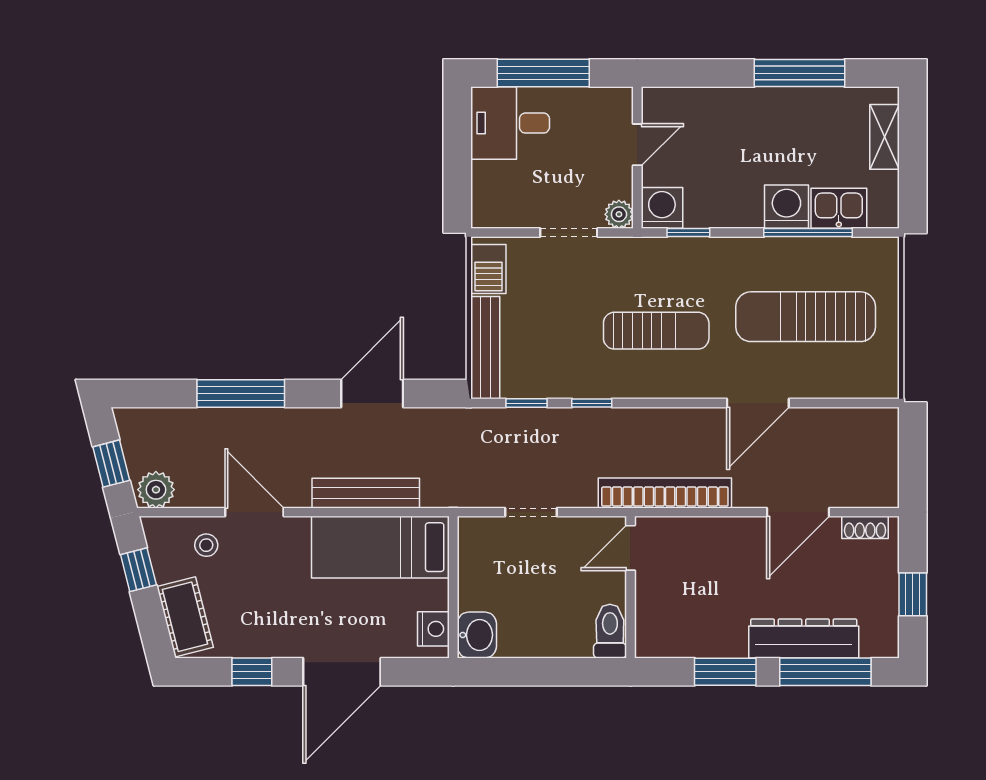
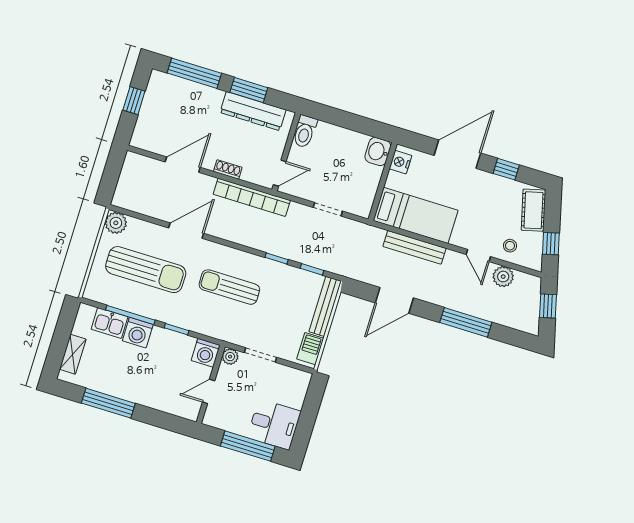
window: (688, 233) -> (177, 329), moved
plant: (880, 380) -> (116, 223), added
plant: (156, 490) -> (503, 277), moved
door: (254, 512) -> (478, 256), width x0.73
shoe rack: (865, 527) -> (228, 169), moved
dresser: (804, 638) -> (253, 111), moved

